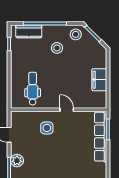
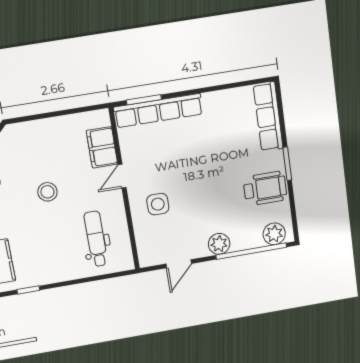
stool: (57, 48) -> (47, 192), moved
filing cabinet: (99, 80) -> (102, 147), moved, turned 90
dental chair: (33, 89) -> (96, 239), turned 90

